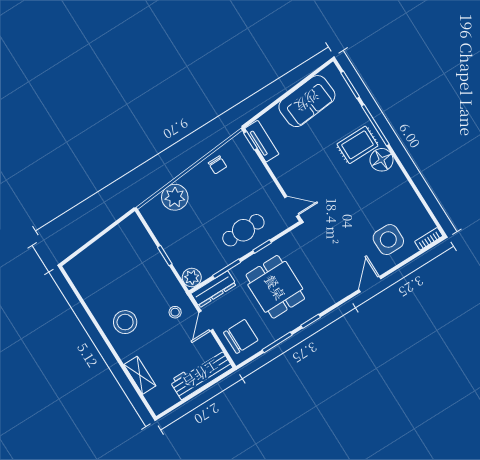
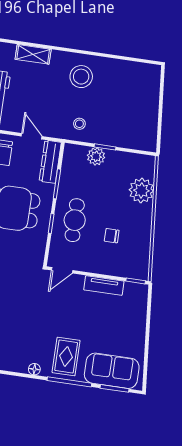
sofa: (307, 101) -> (112, 371), moved, turned 95
tv unit: (262, 141) -> (104, 285), moved
floor lamp: (382, 160) -> (34, 369), width x0.53, depth x0.53
chair: (217, 165) -> (112, 236), moved
plant: (192, 278) -> (96, 156), moved
stool: (175, 312) -> (79, 124), moved

